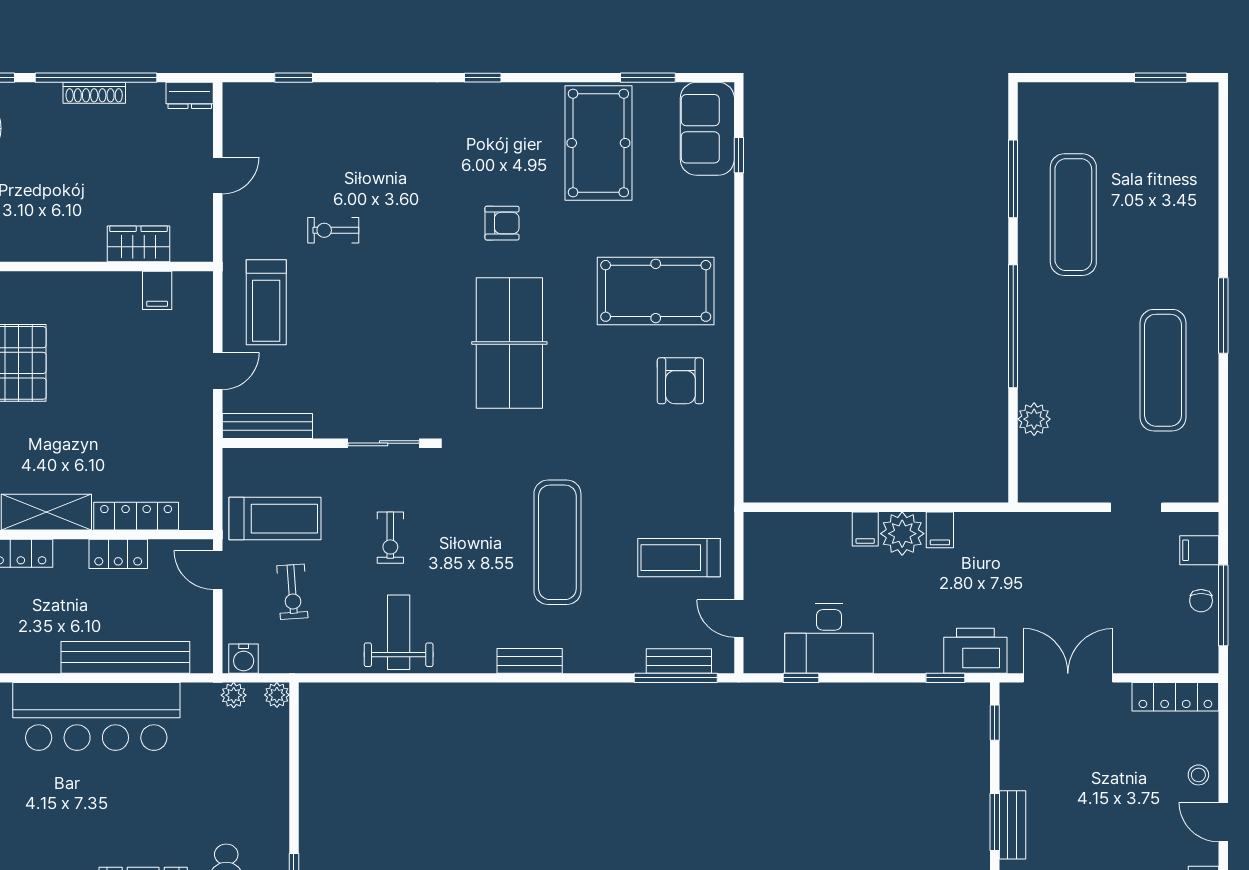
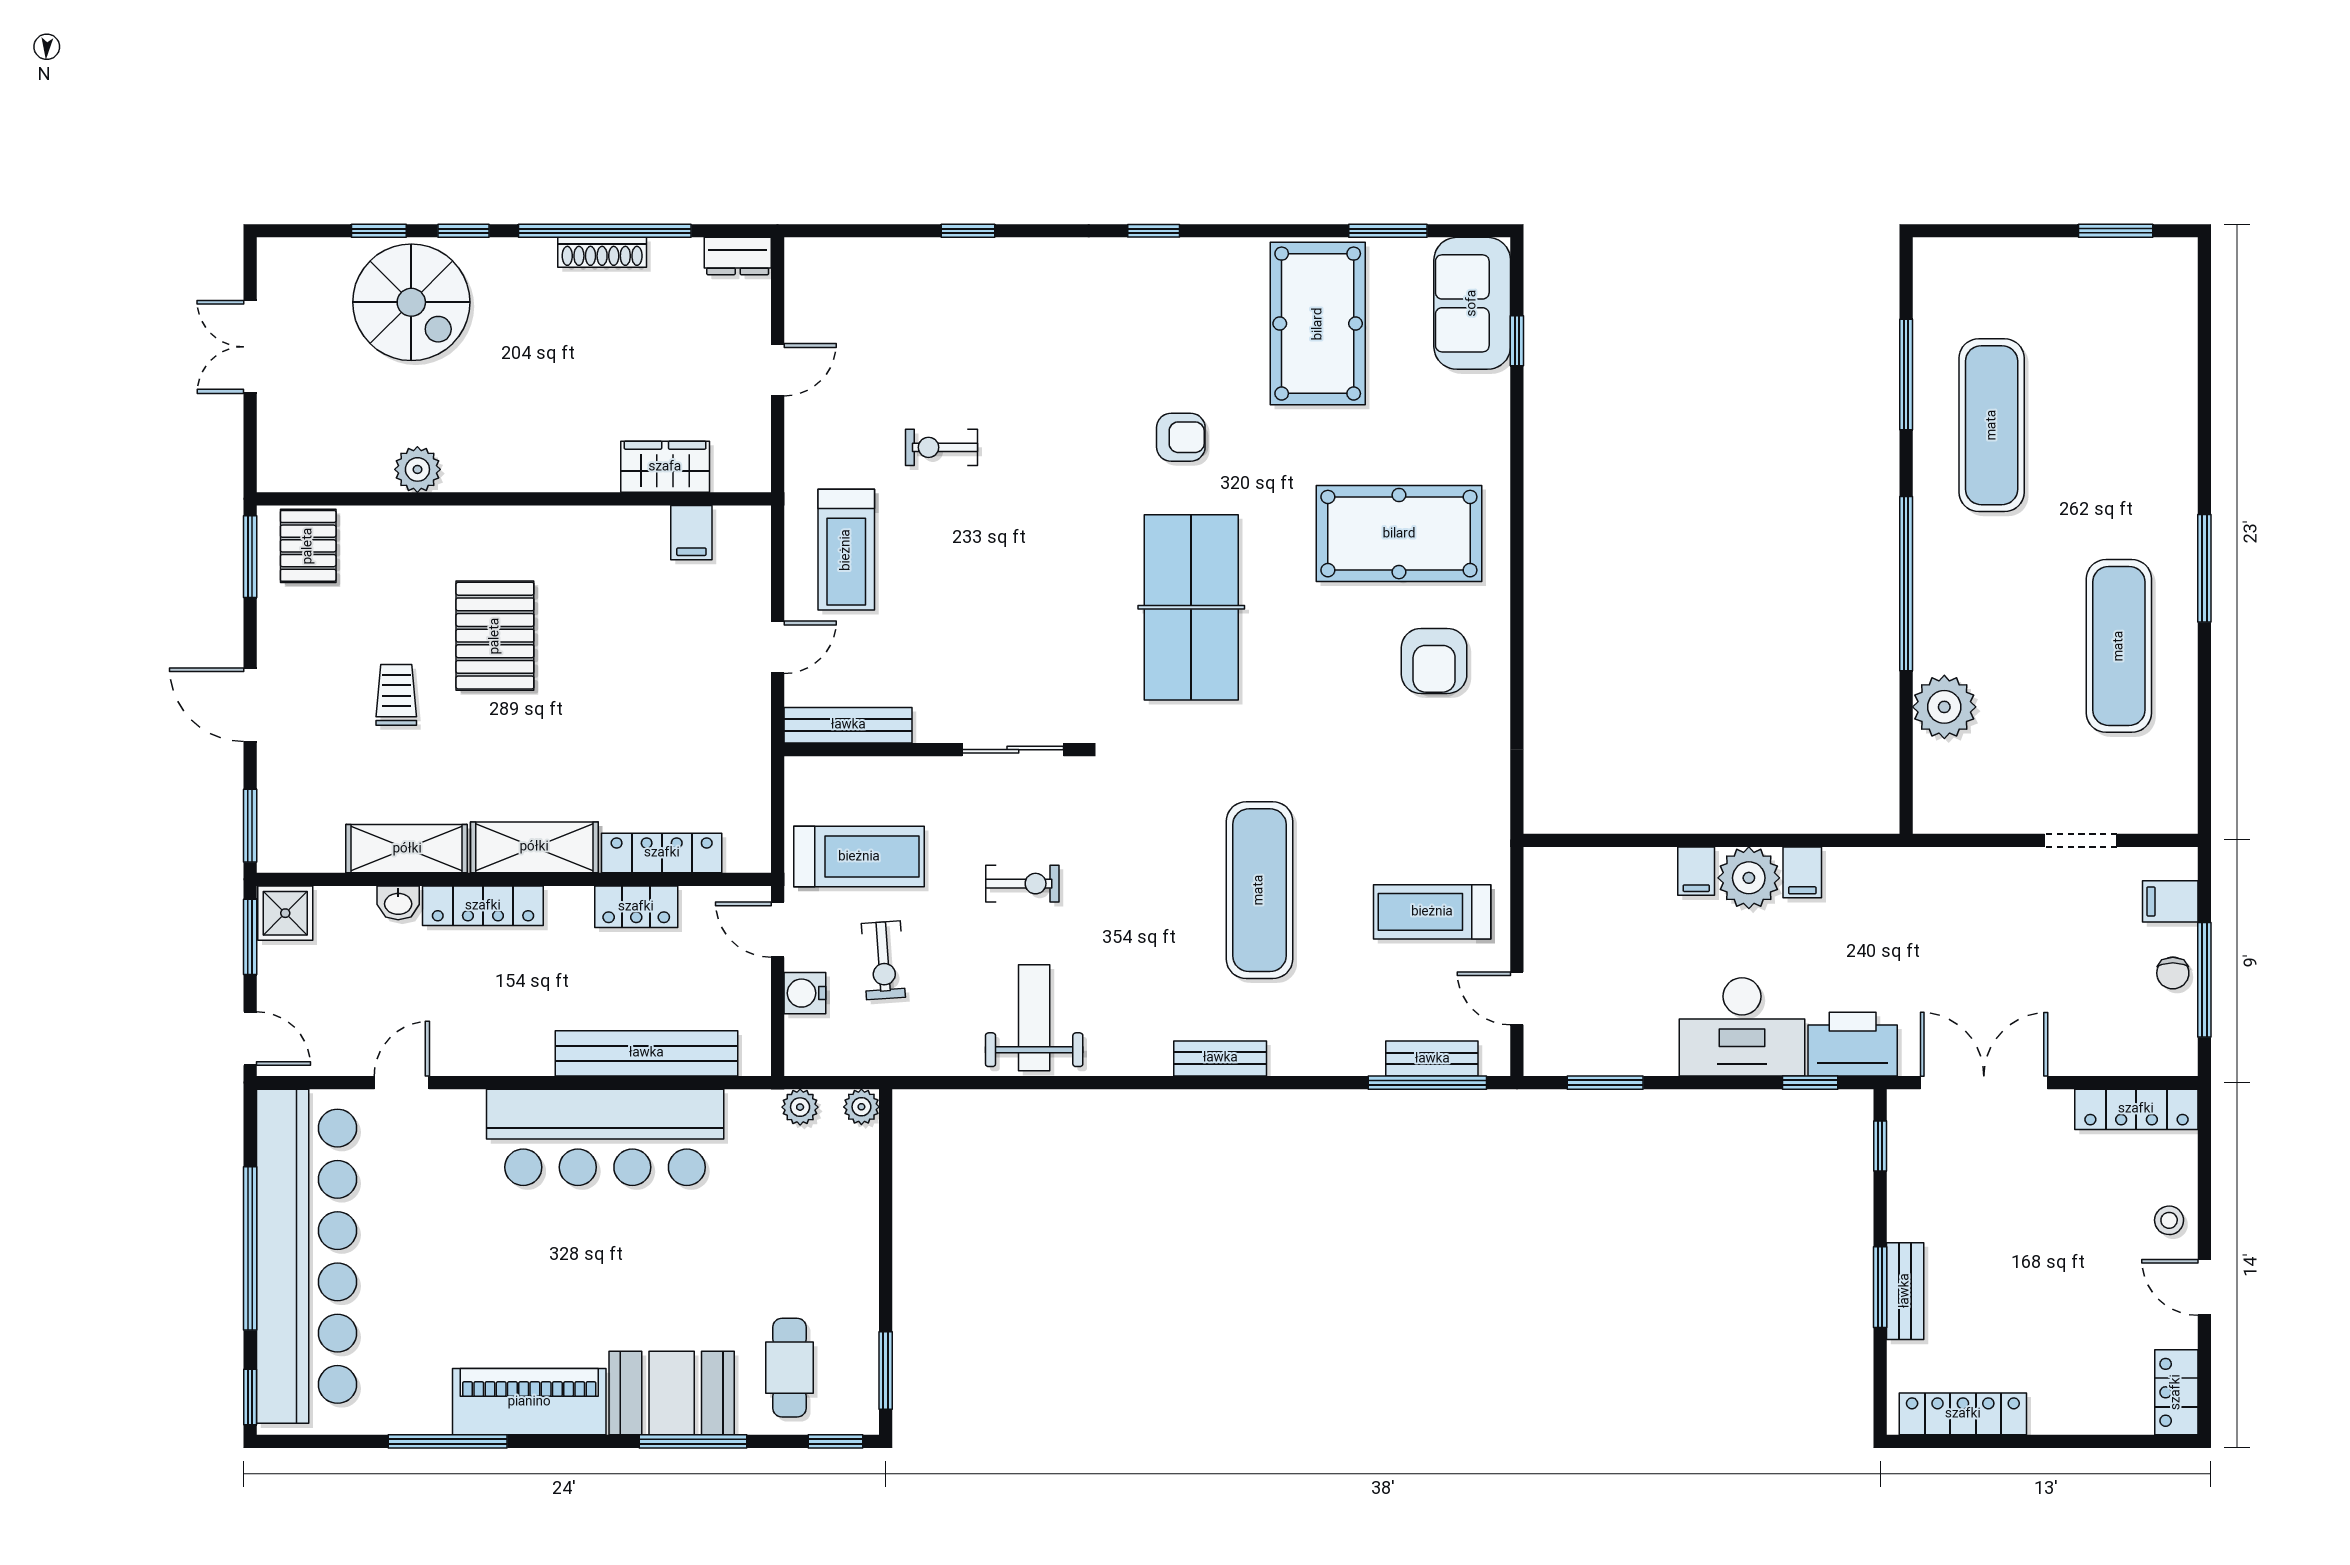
window: (294, 78) -> (968, 231), moved
plant: (1034, 419) -> (1944, 707), width x1.36, depth x1.36
exercise bike: (390, 538) -> (1022, 884), turned -90
desk: (829, 639) -> (1742, 1027), moved
water cooler: (244, 659) -> (805, 993), moved, turned 90
window: (801, 678) -> (1605, 1083), width x1.50

